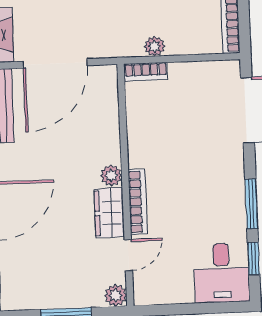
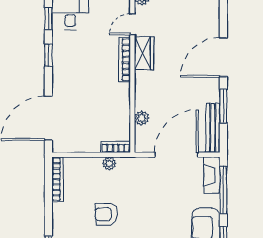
plant: (111, 175) -> (142, 118), moved
window: (251, 204) -> (48, 55), width x0.67

